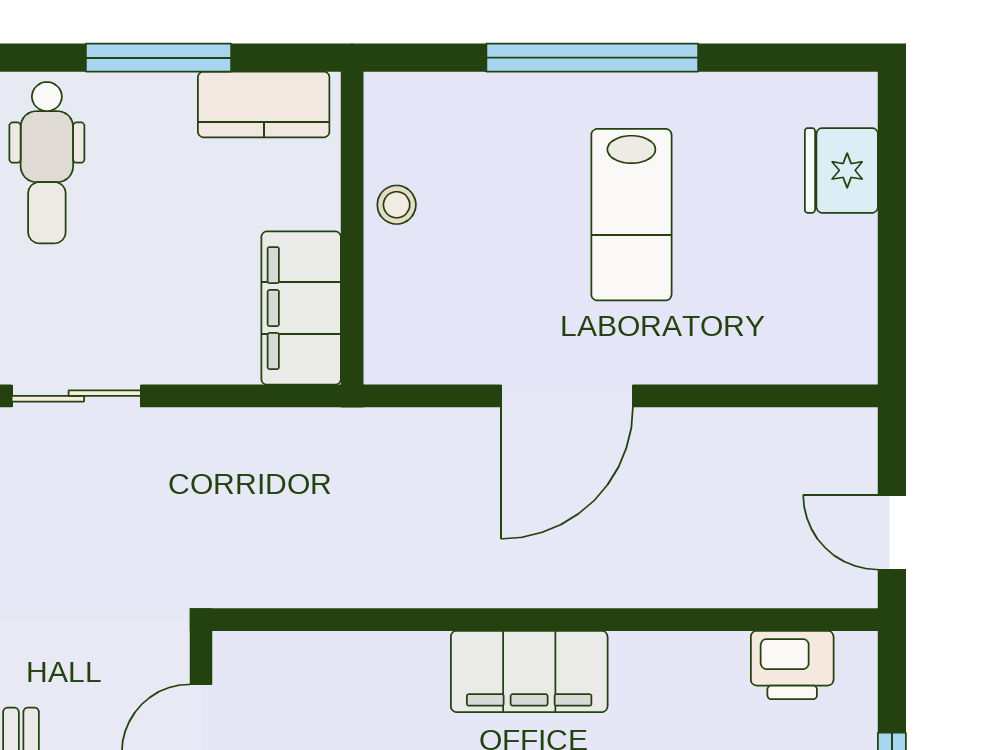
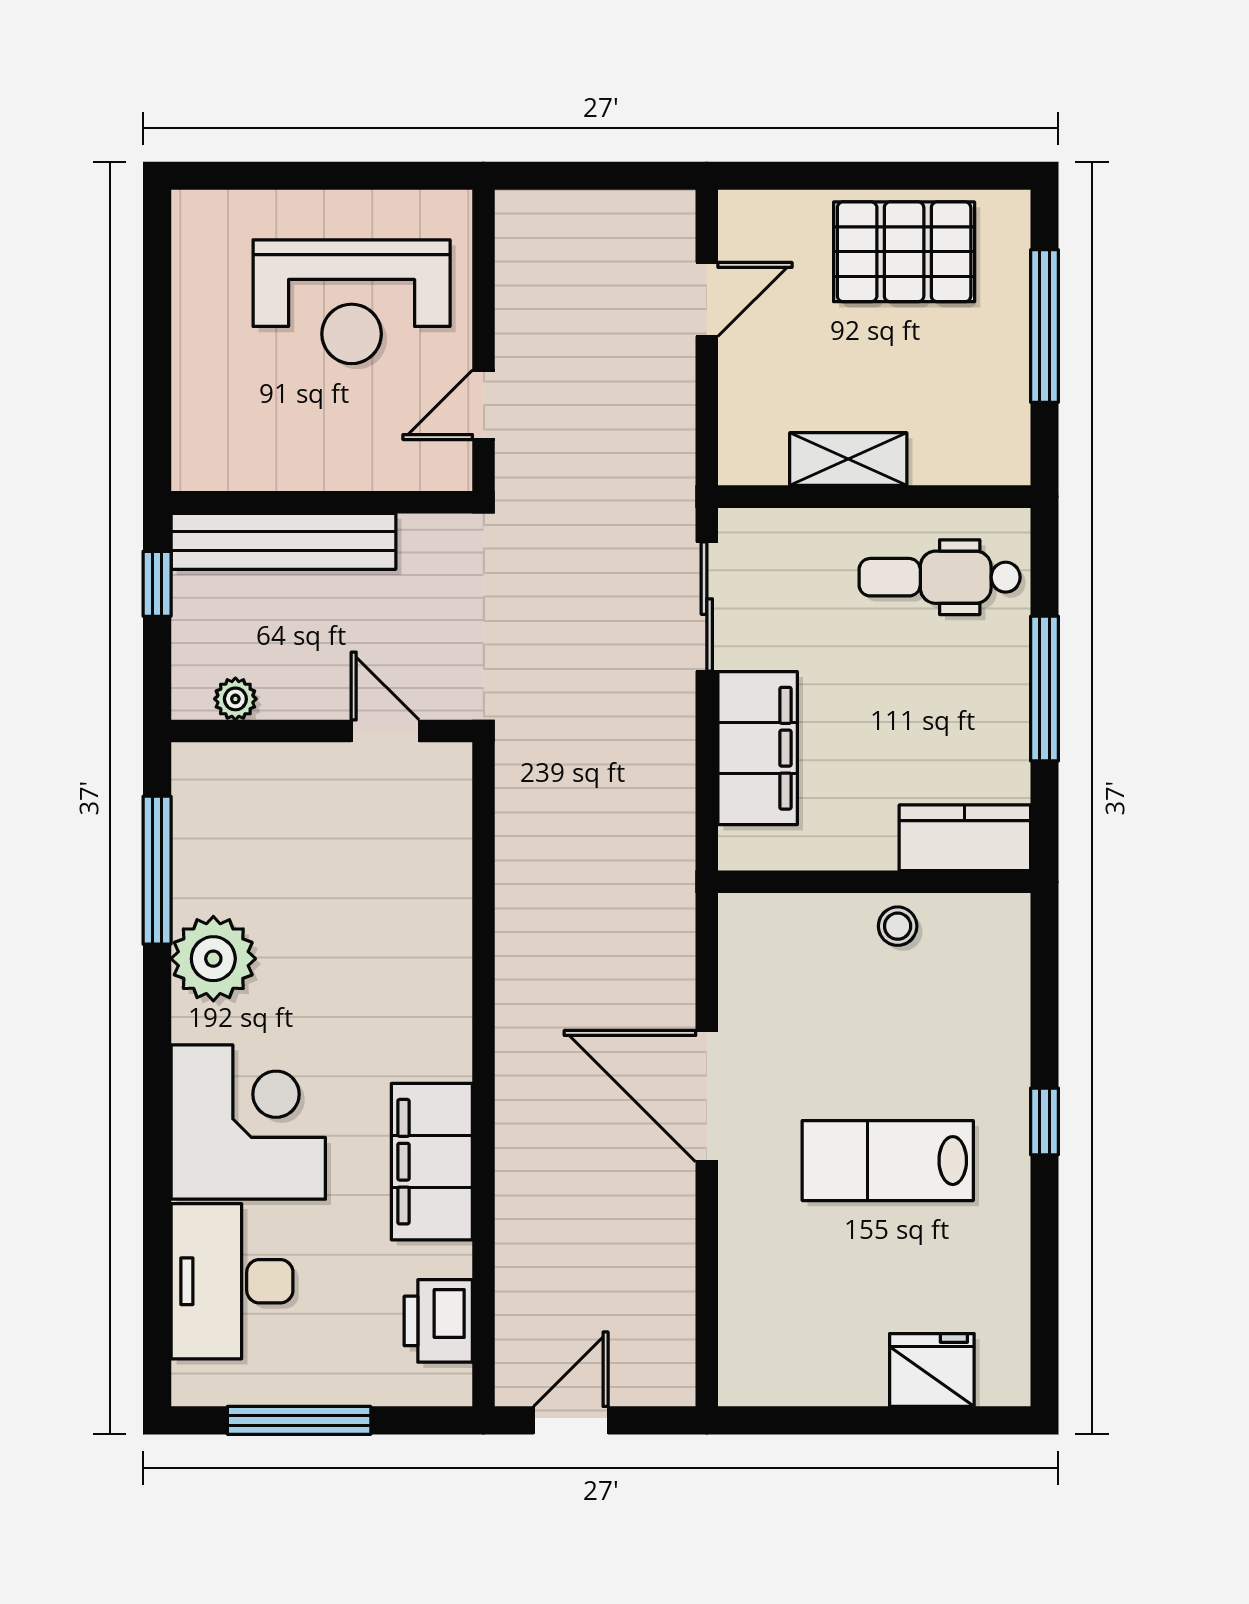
window: (592, 58) -> (1045, 1121), width x0.32
kitchen counter: (264, 104) -> (965, 838), moved, turned 90
filing cabinet: (301, 308) -> (758, 748), moved, turned 90
filing cabinet: (529, 671) -> (432, 1162), moved

